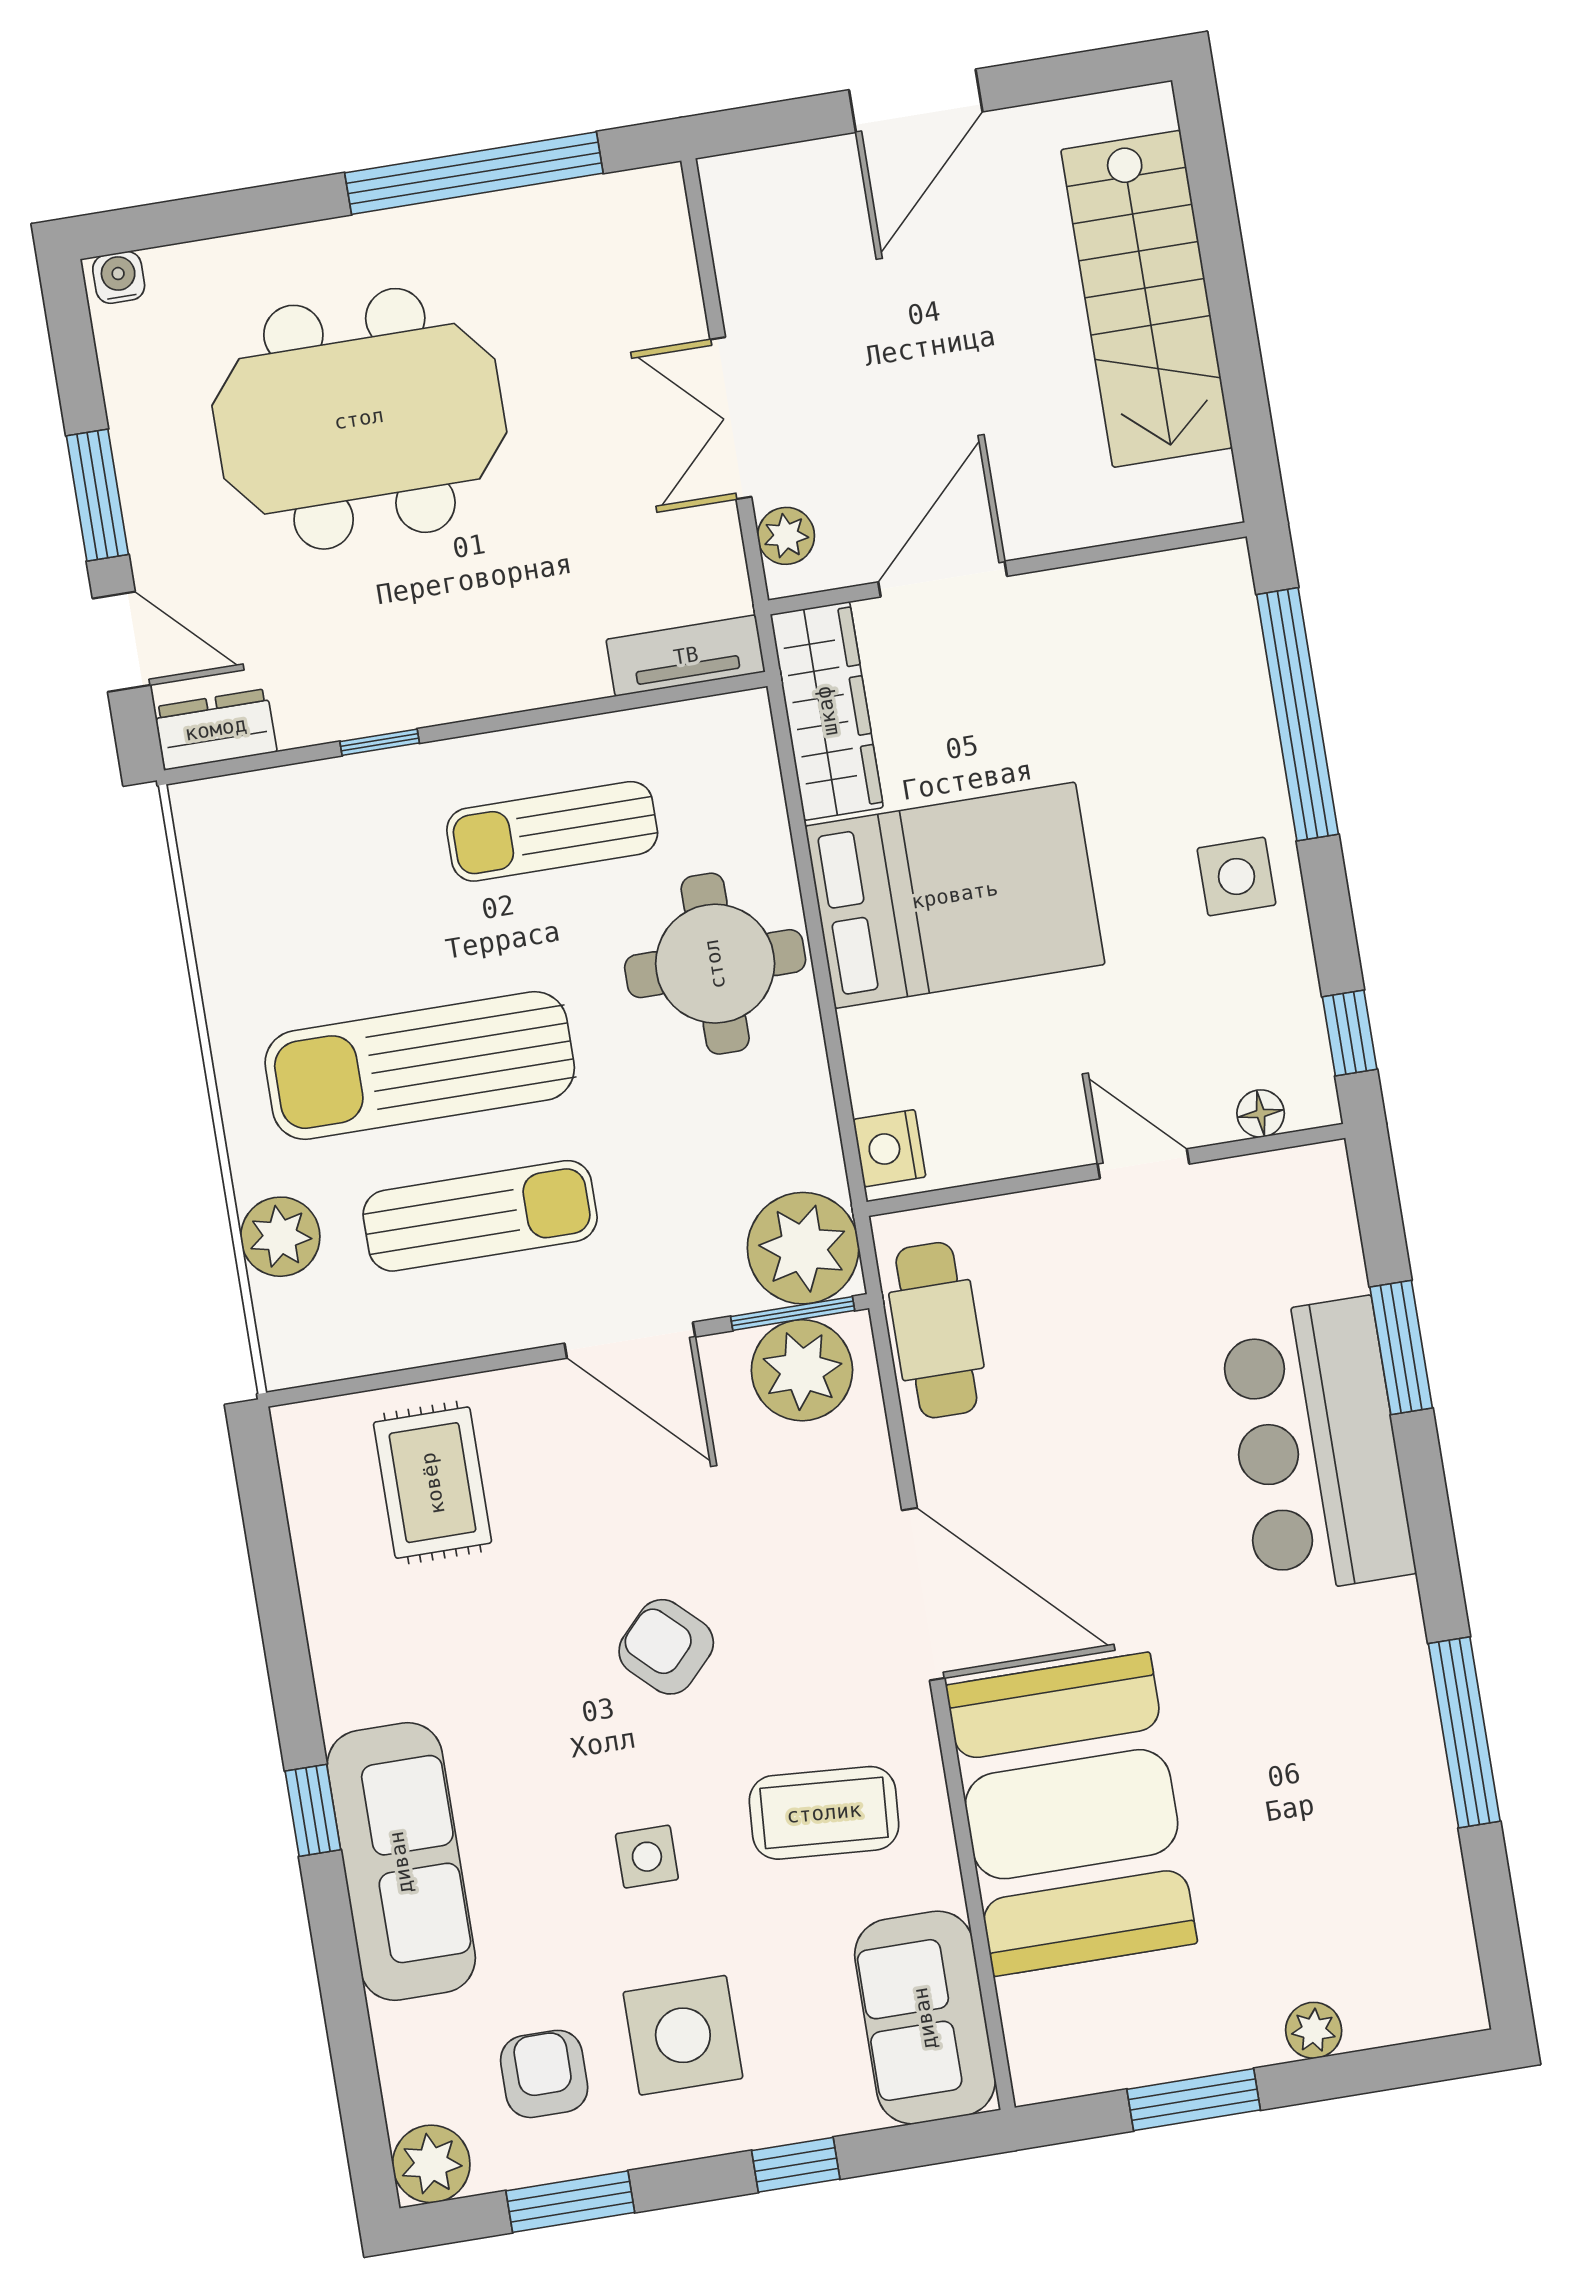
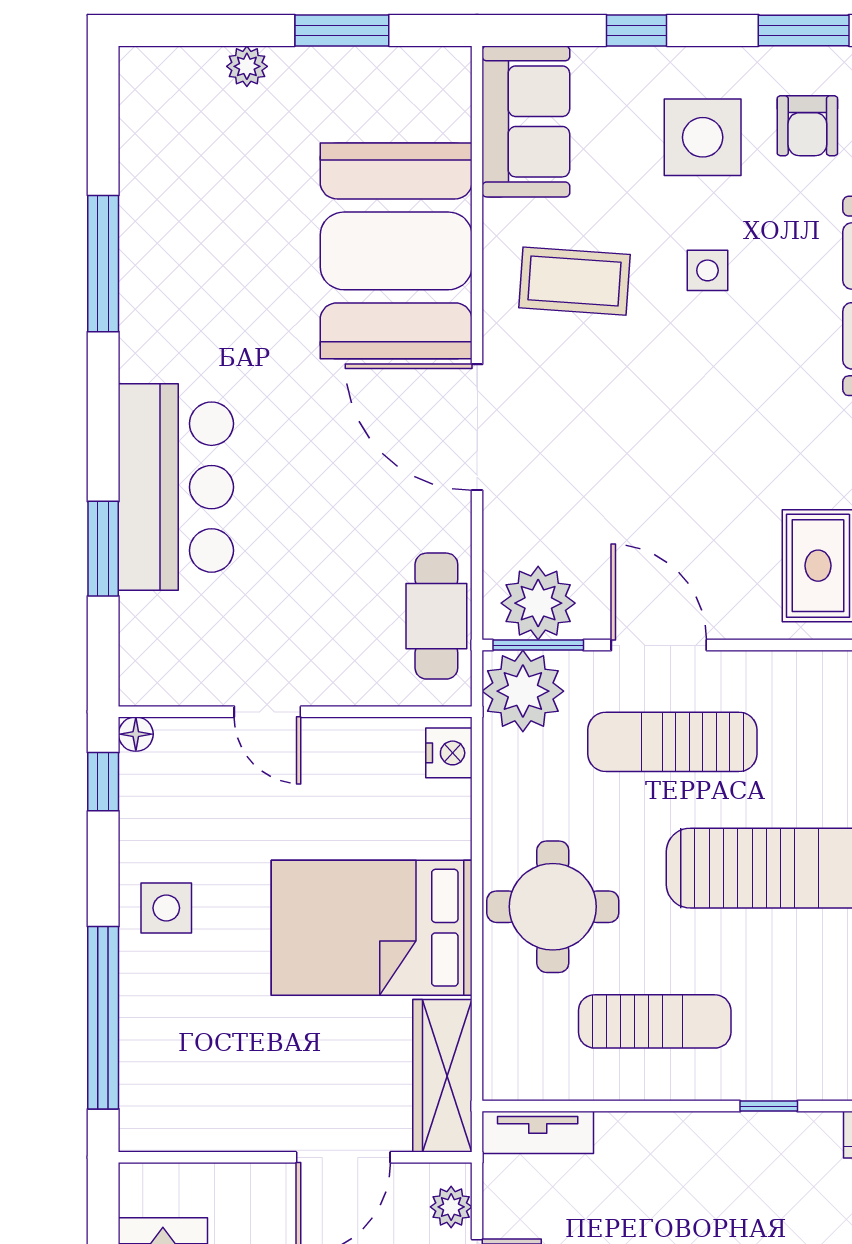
floor lamp: (1261, 1113) -> (136, 734), moved
sun lounger: (480, 1216) -> (672, 742), moved
armchair: (666, 1647) -> (669, 420), removed

